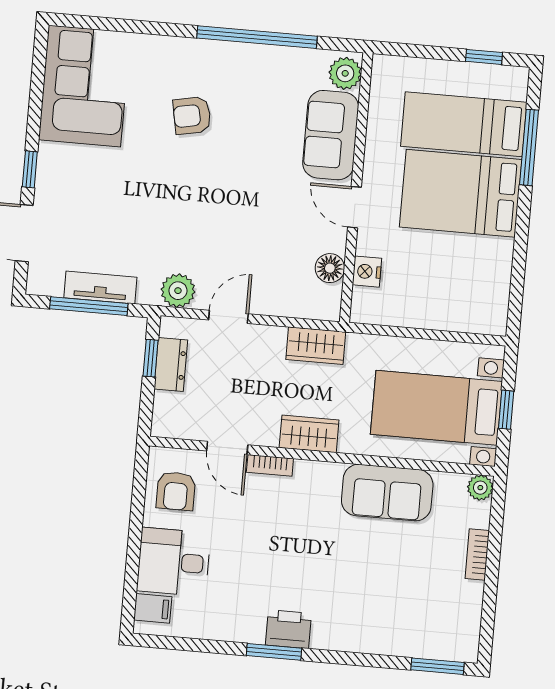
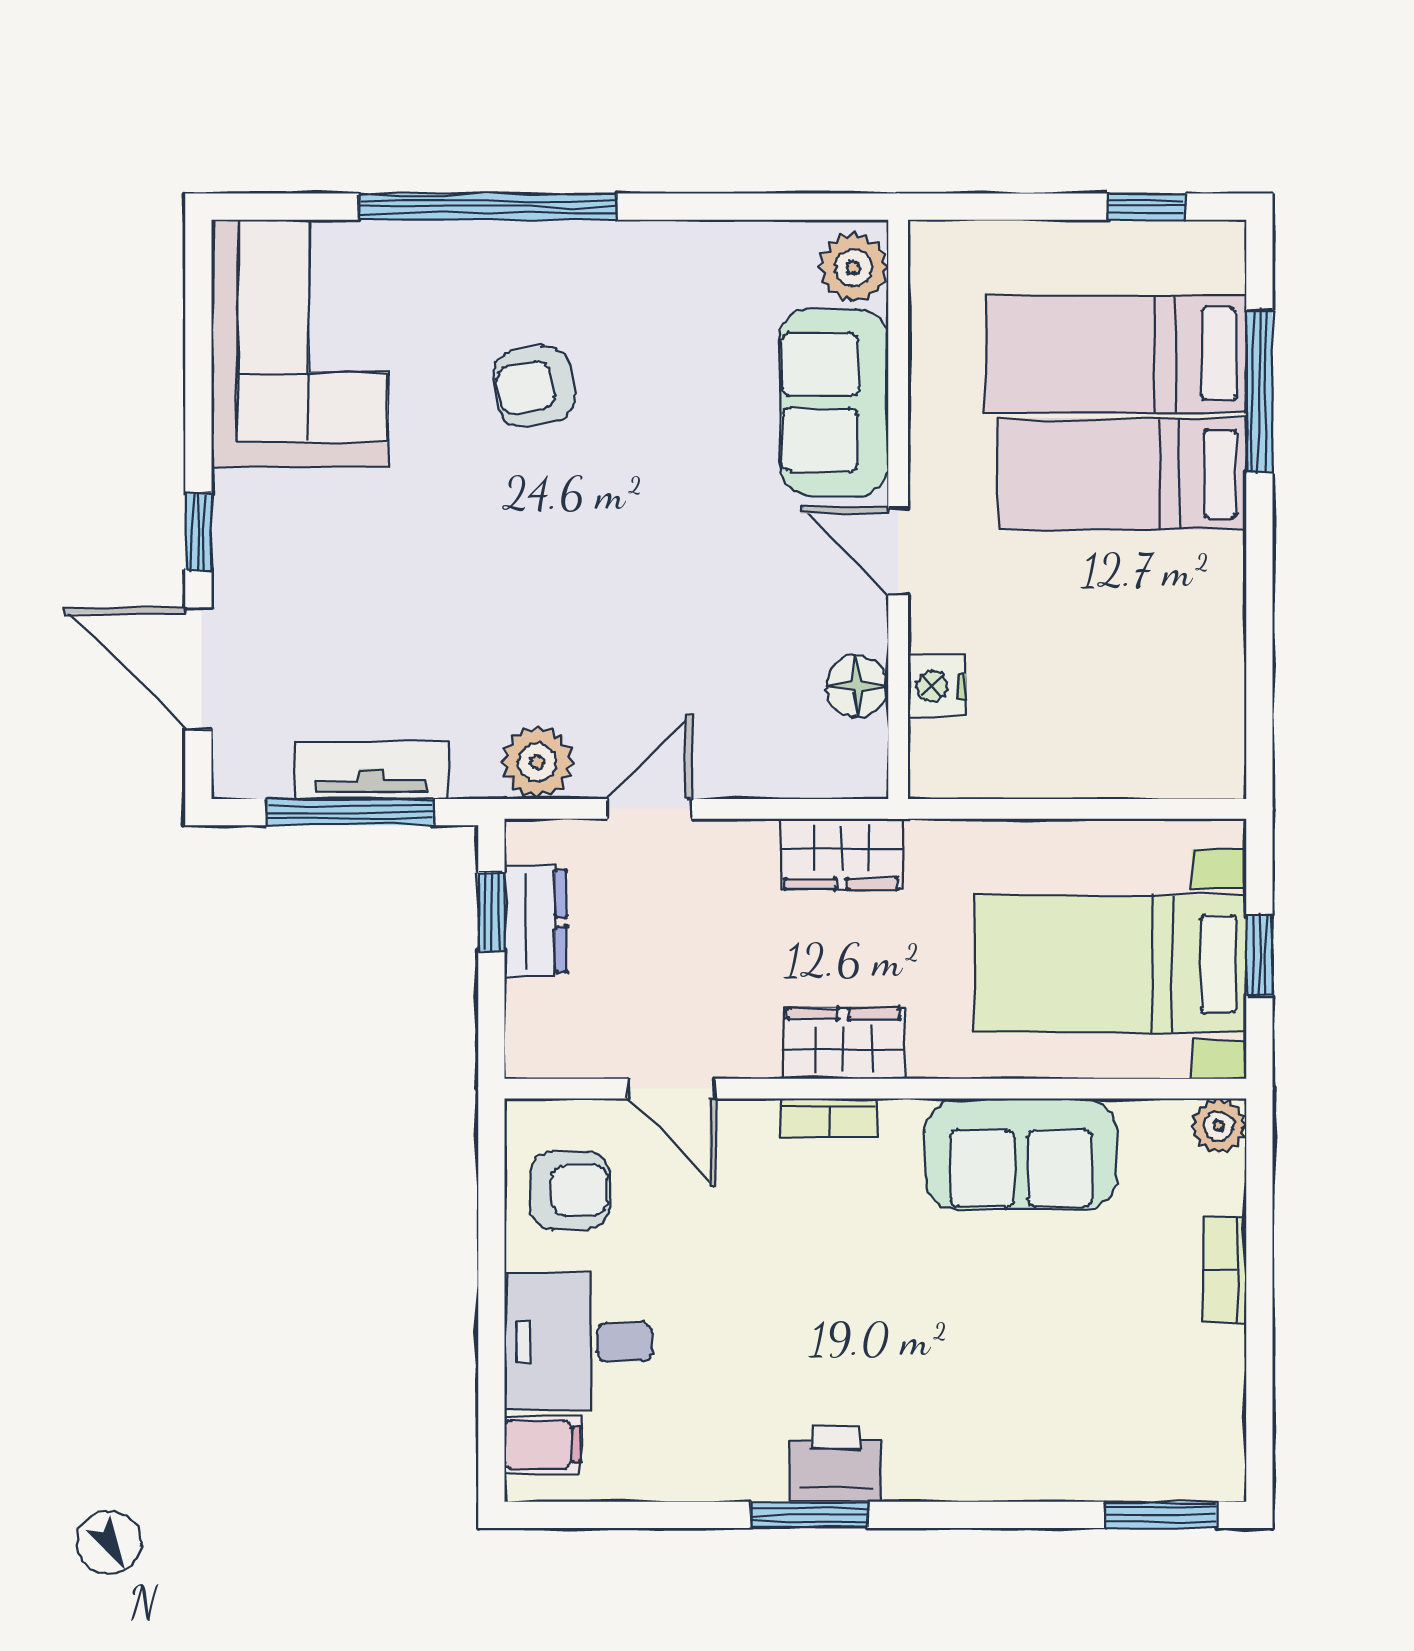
window: (257, 37) -> (488, 207), moved
bed: (461, 193) -> (1122, 474), width x0.67
bookcase: (270, 465) -> (828, 1118), moved
armchair: (176, 491) -> (570, 1190), turned -90

